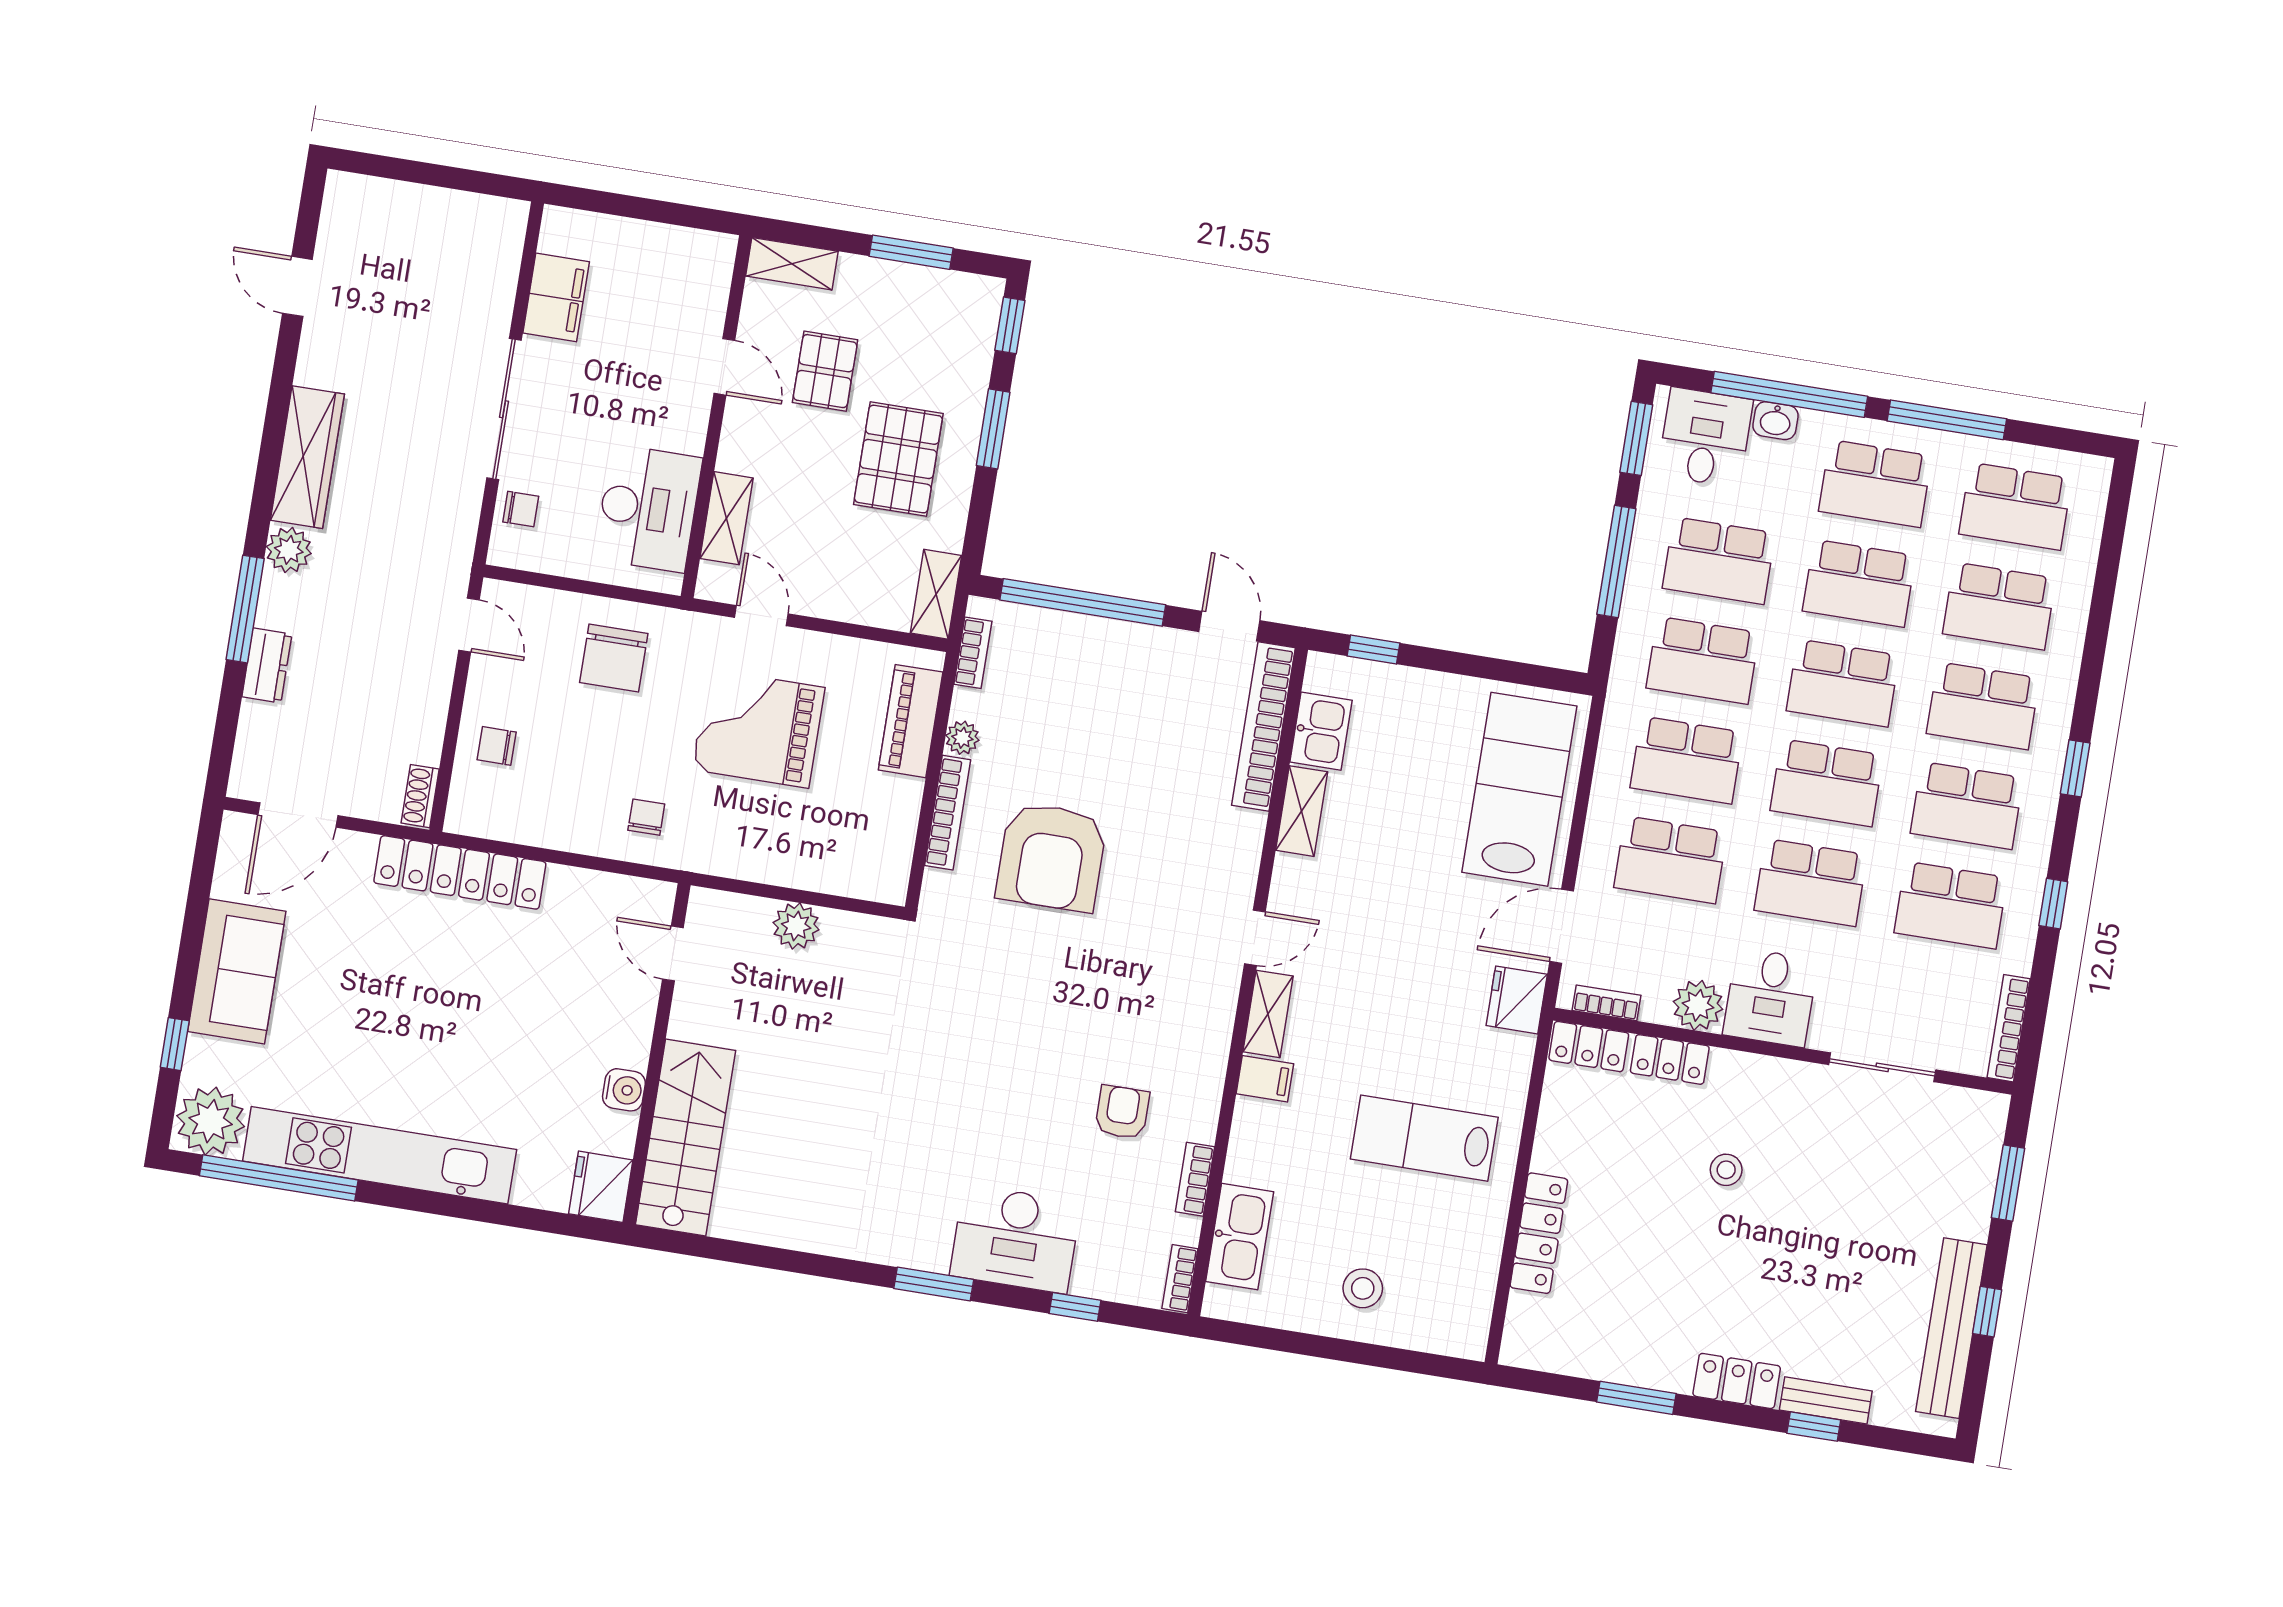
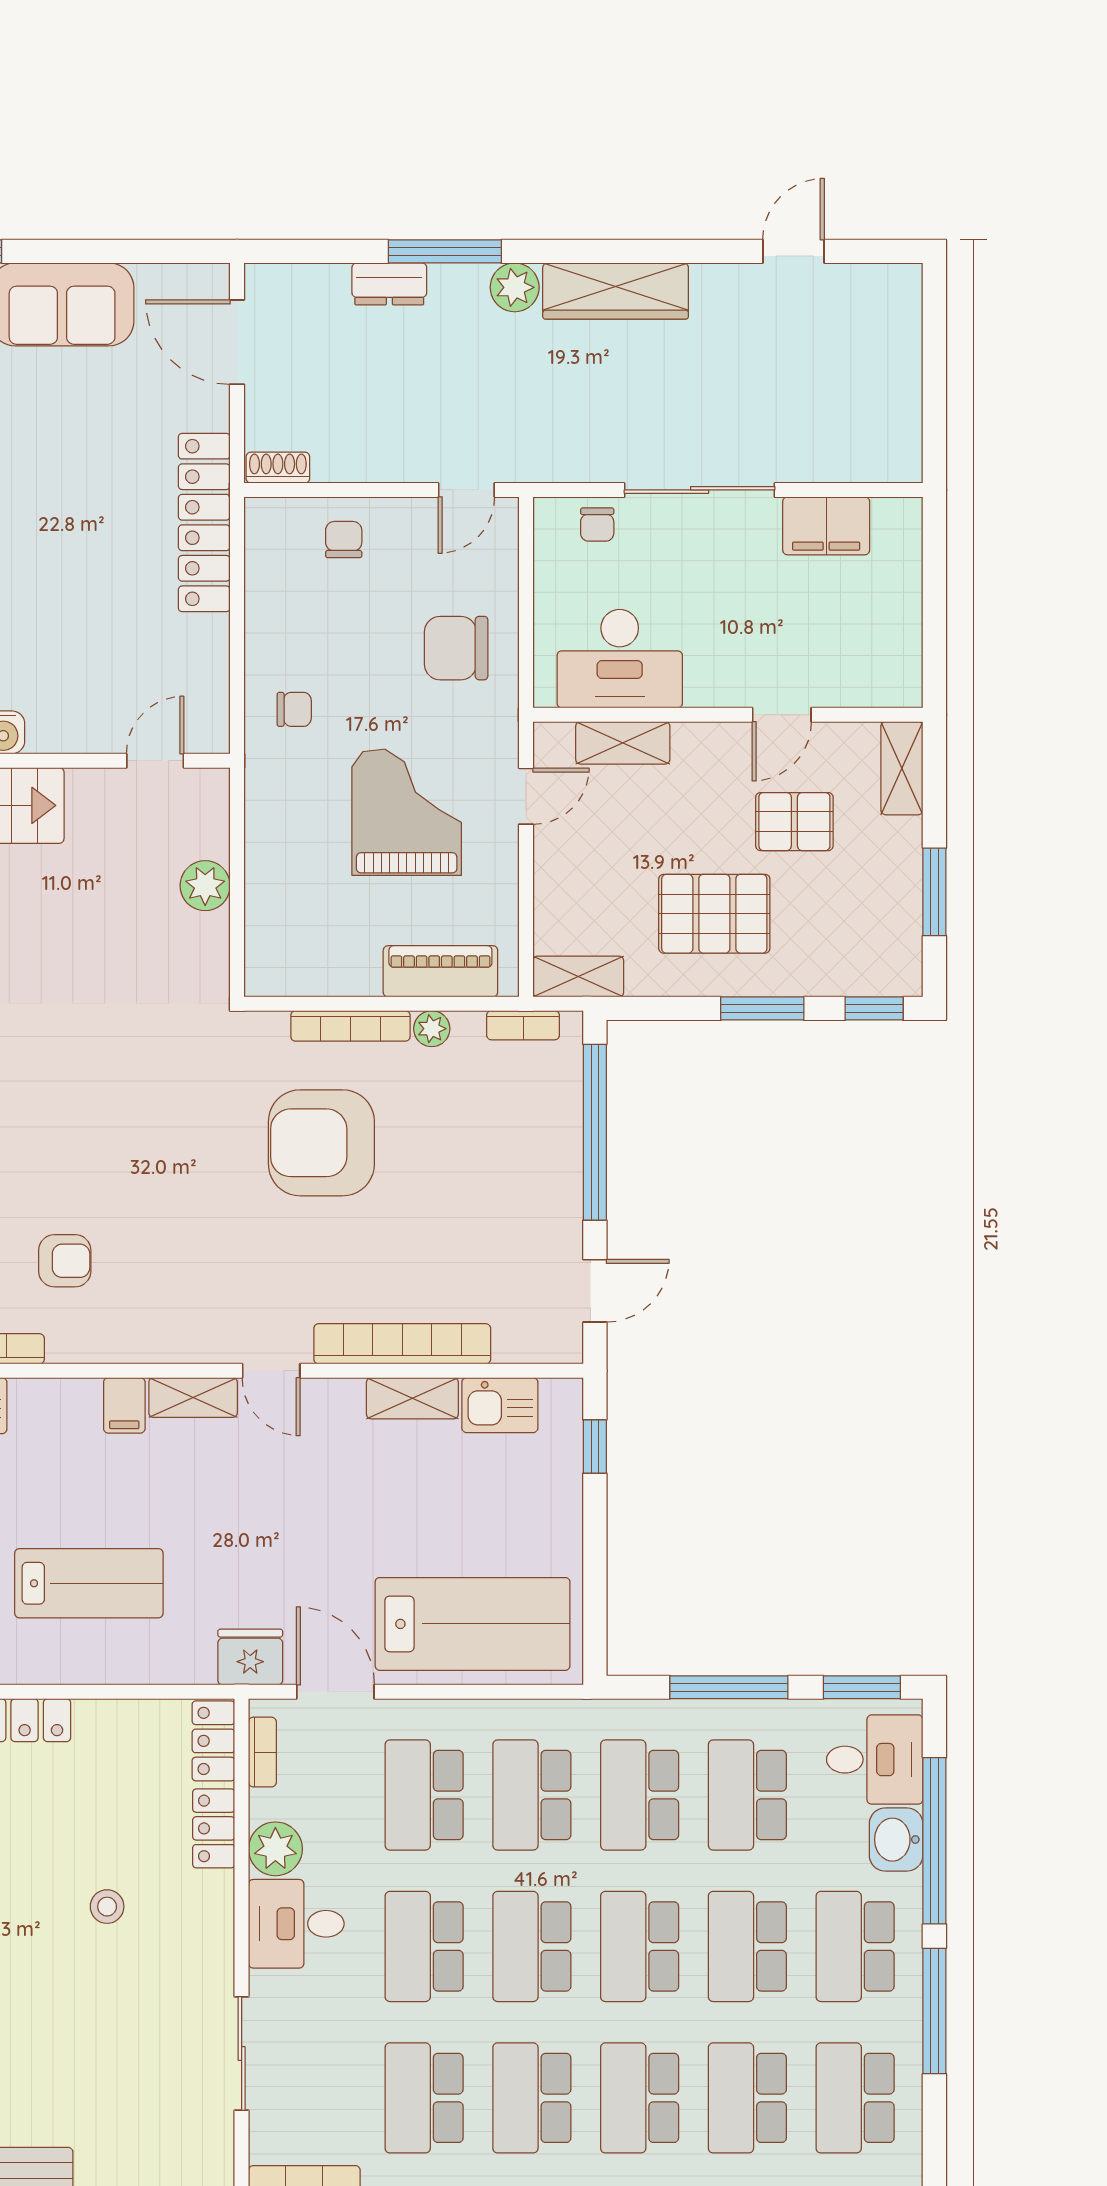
washbasin: (1775, 421) -> (896, 1840), width x1.38, depth x1.45
bookcase: (1263, 726) -> (402, 1344), moved
lab bench: (1424, 1138) -> (89, 1583), turned 90

